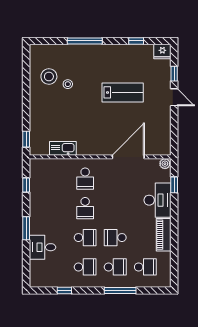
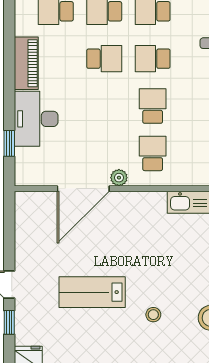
stool: (68, 84) -> (153, 315), moved
plant: (165, 164) -> (119, 178), moved

